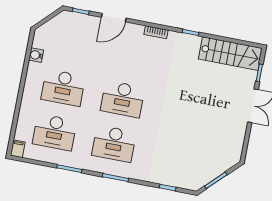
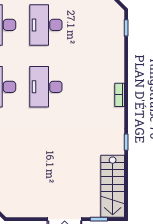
door: (114, 18) -> (126, 62), removed
bookcase: (156, 32) -> (120, 95), moved

